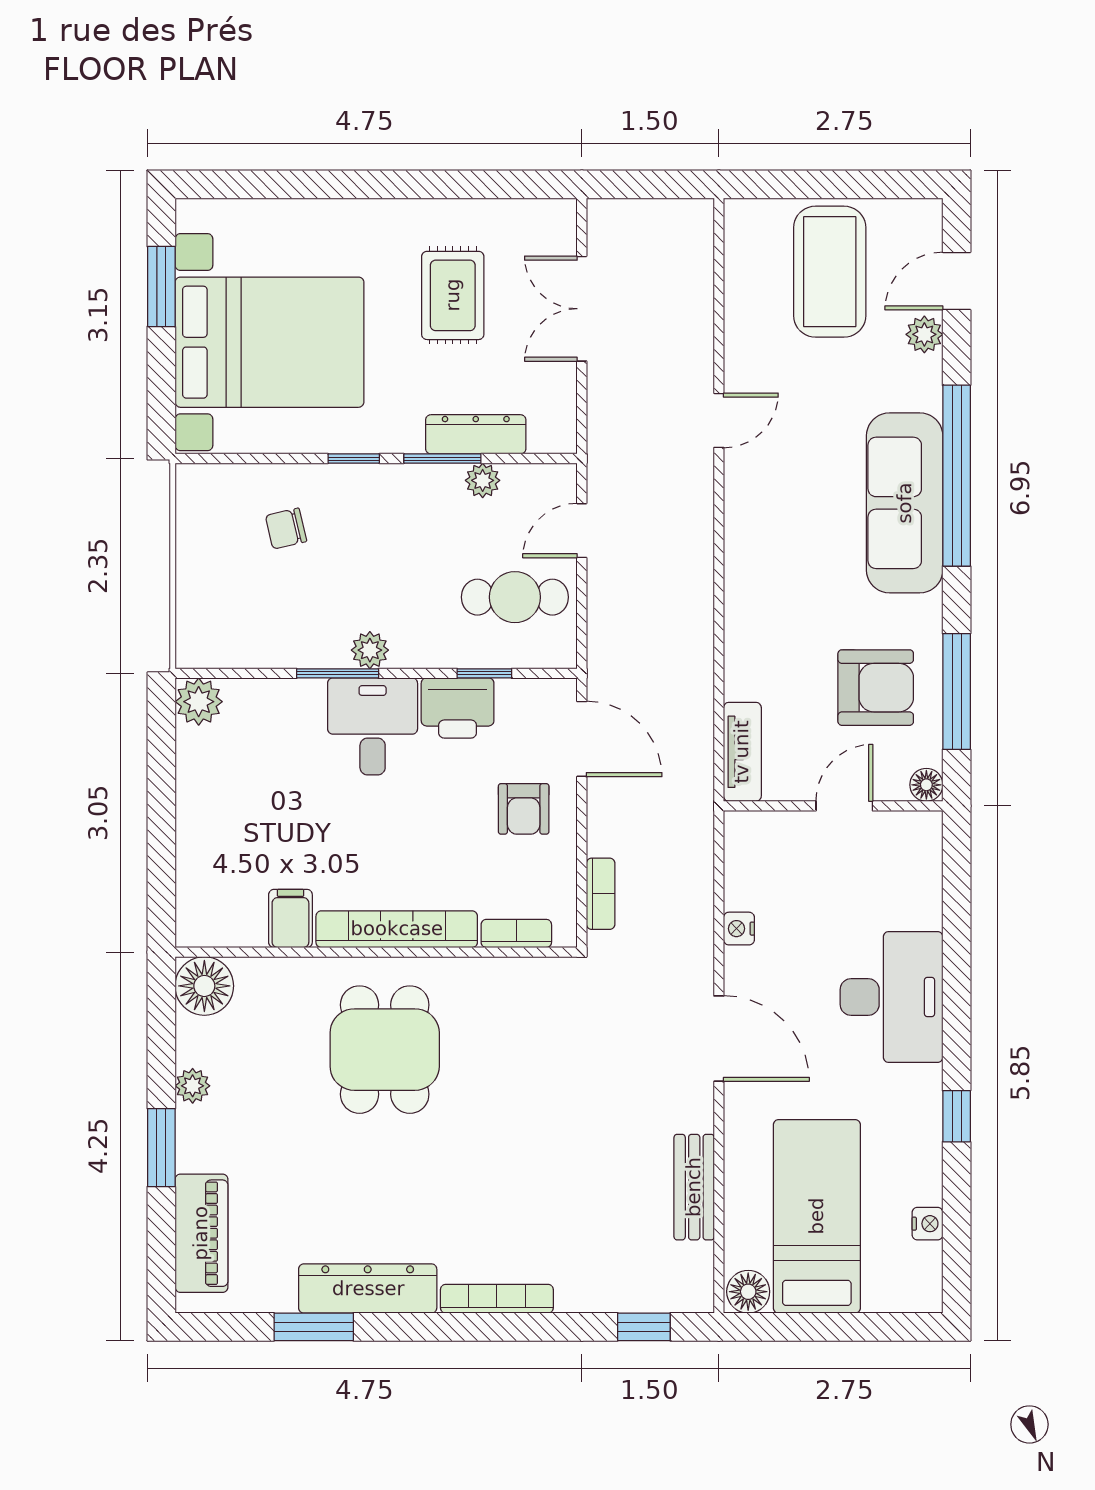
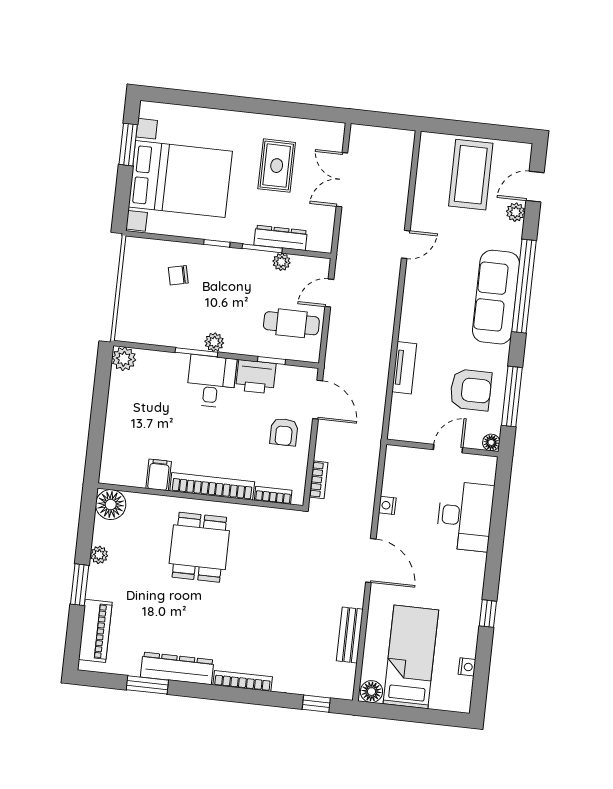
tv unit: (742, 752) -> (404, 368), moved
desk: (891, 997) -> (465, 516), moved

